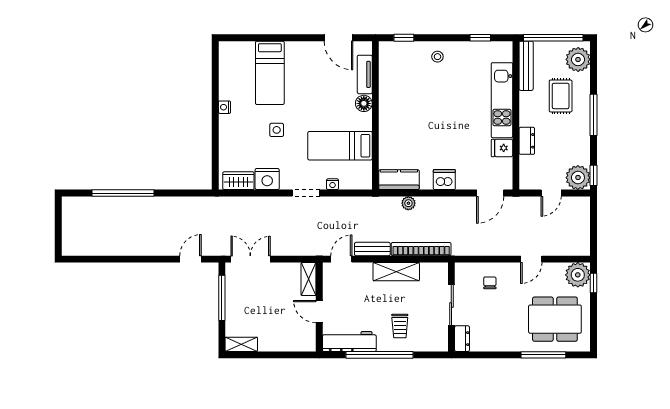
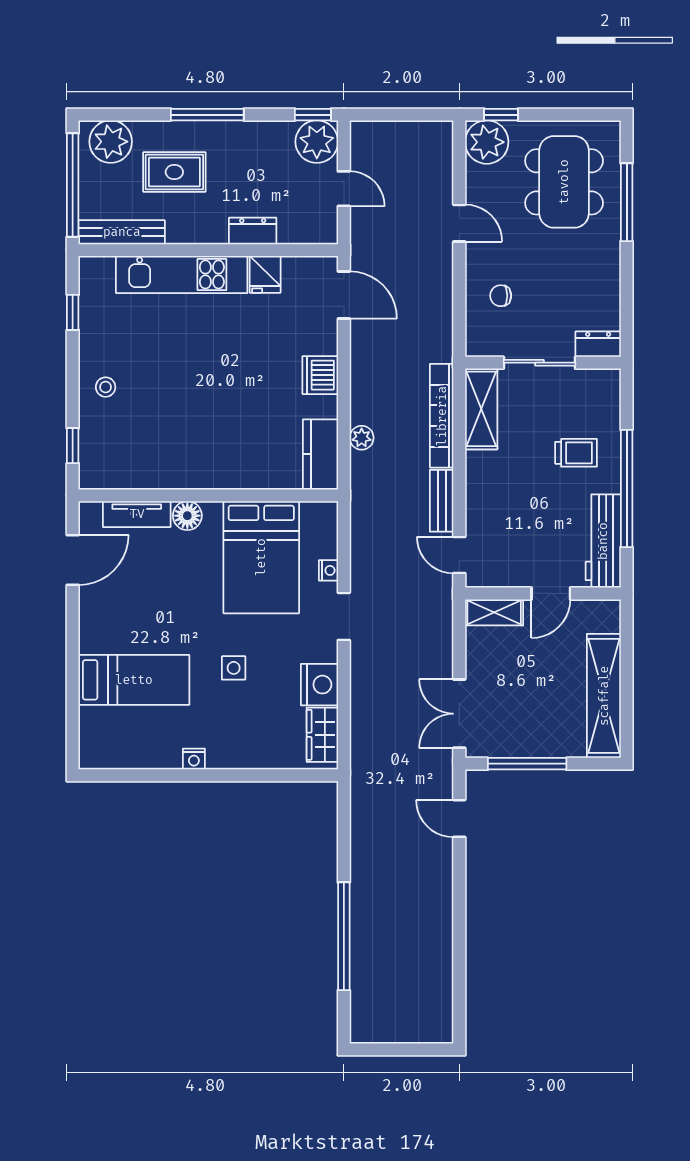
bed: (340, 146) -> (261, 557), width x1.50
shelving: (396, 272) -> (481, 409), moved
shelving: (241, 344) -> (604, 696), width x2.20, depth x1.33

